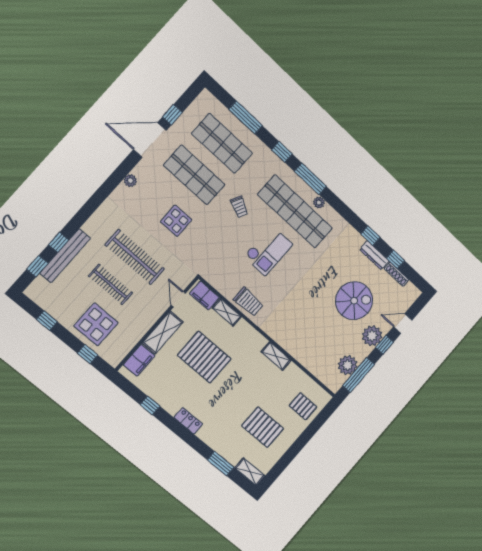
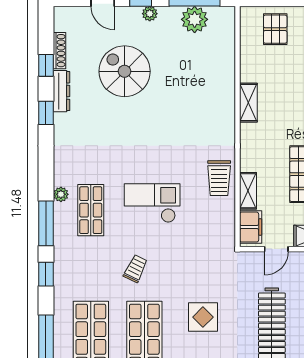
shop shelf: (295, 211) -> (91, 210), width x0.50, depth x0.74
trolley: (248, 302) -> (219, 178), turned 180
plant: (372, 336) -> (150, 14), width x0.53, depth x0.53

